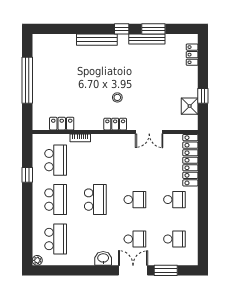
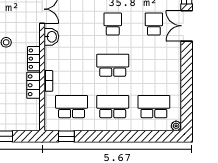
locker: (62, 124) -> (33, 85), moved
locker: (115, 124) -> (34, 59), moved
window: (27, 175) -> (66, 136), moved
washbasin: (103, 258) -> (51, 37), moved, turned 180

